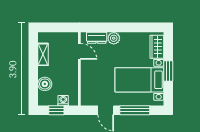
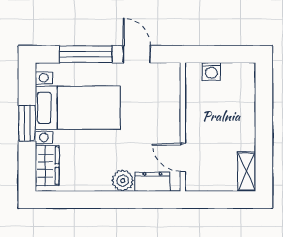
shelving: (43, 54) -> (247, 172), moved
boiler: (45, 84) -> (244, 100), removed
window: (56, 110) -> (223, 54), removed

